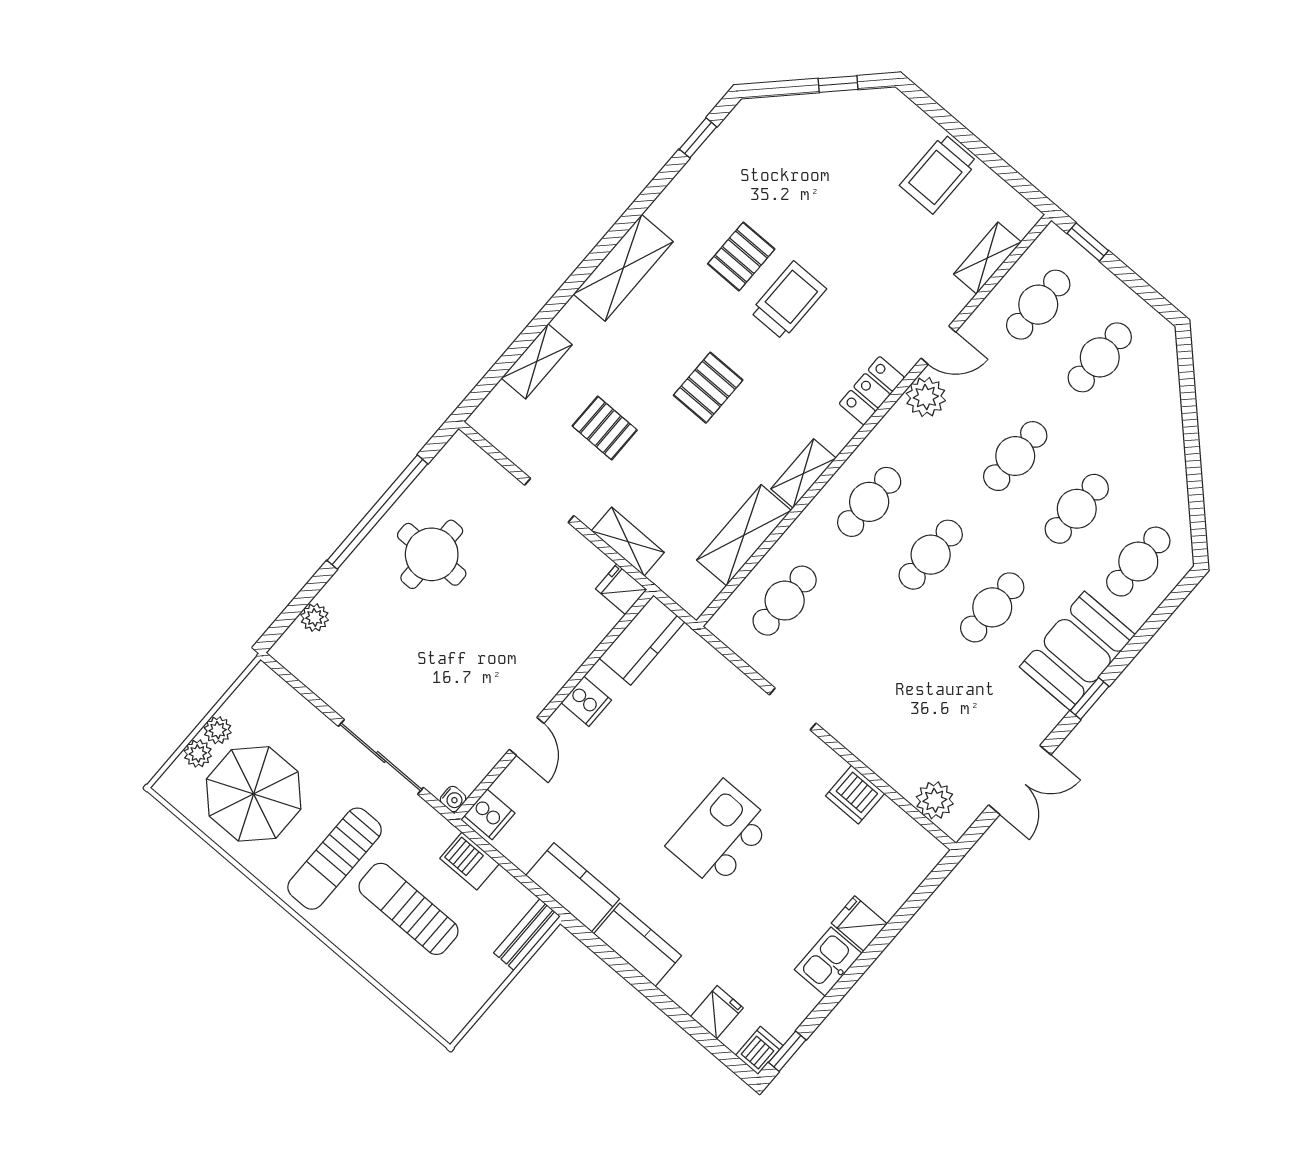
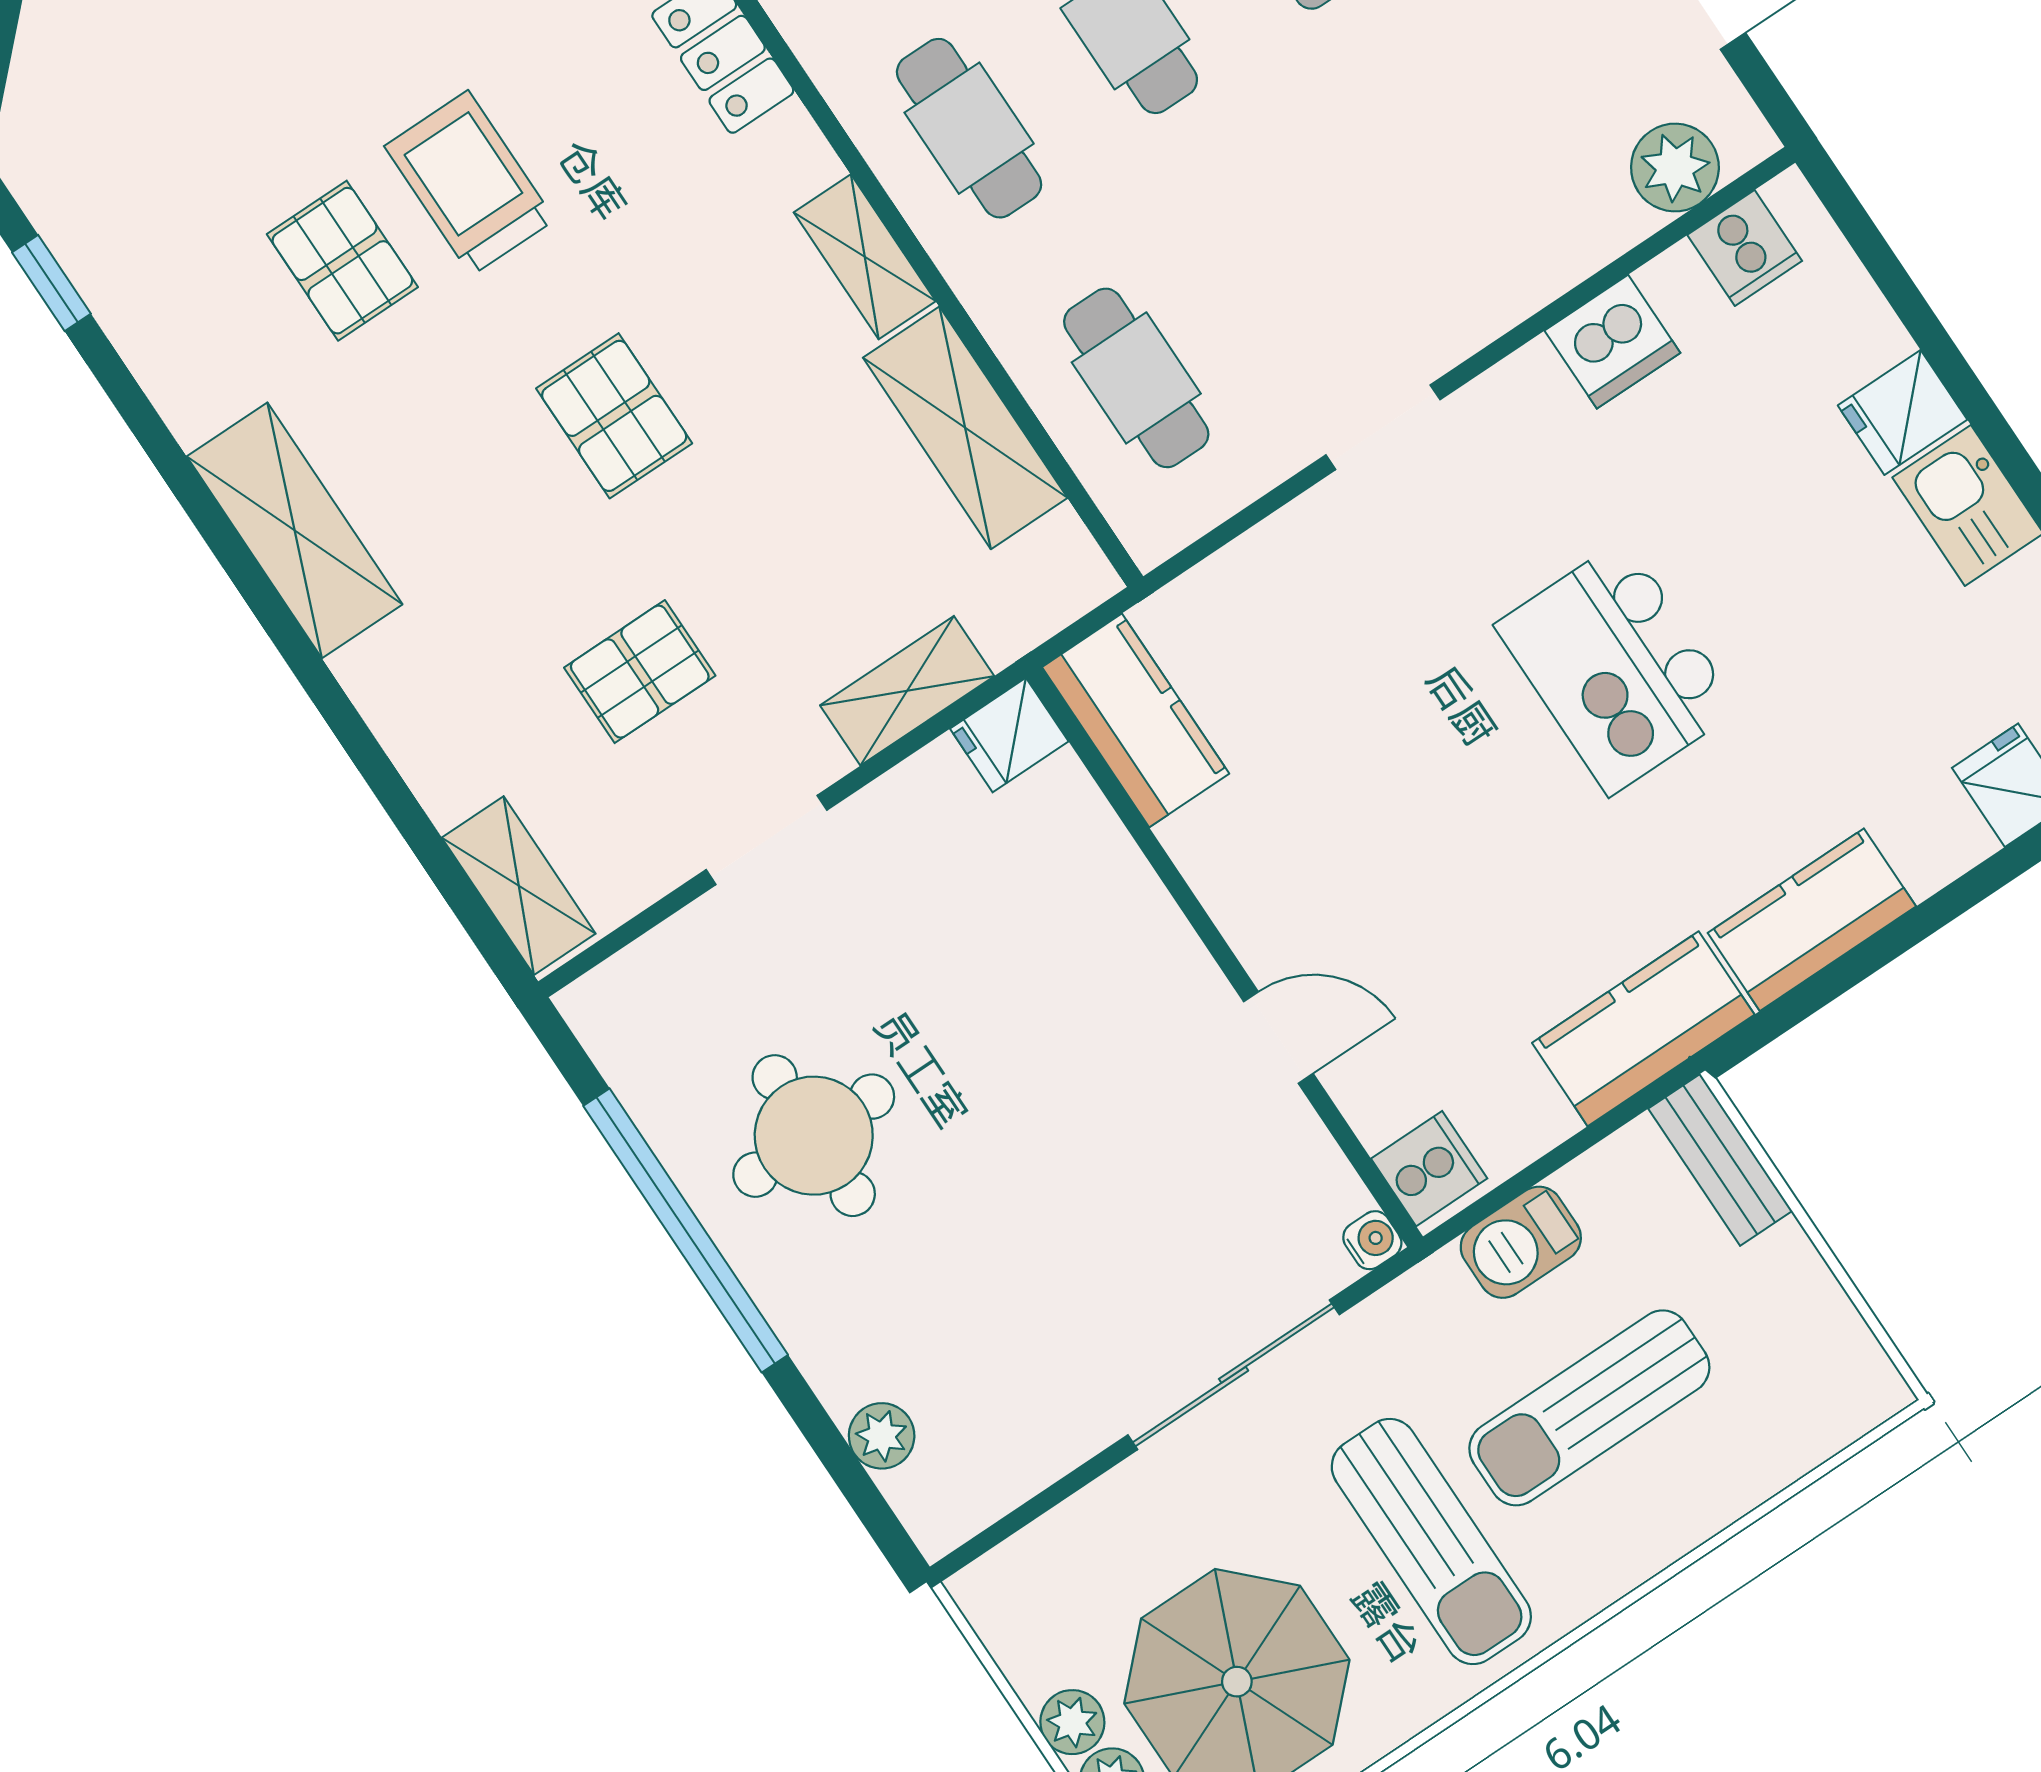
shelving: (537, 361) -> (519, 886), moved
cooker: (586, 701) -> (1745, 248), moved, turned 90

